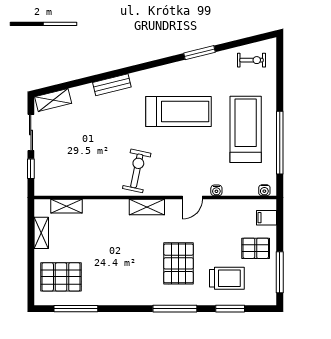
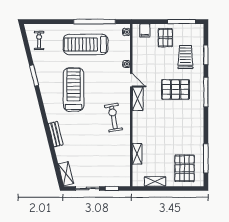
exercise bike: (137, 171) -> (113, 118), turned 68
shelving: (67, 206) -> (137, 154), moved
shelving: (147, 207) -> (138, 99), moved

